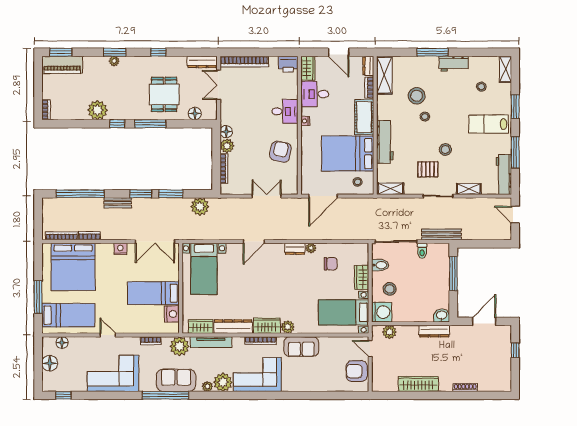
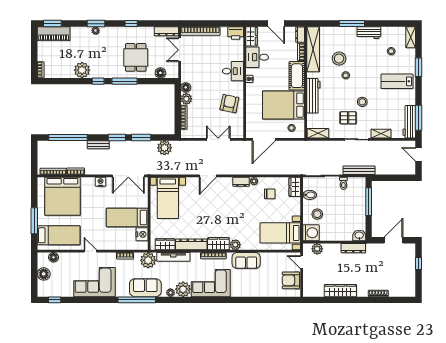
shelving: (384, 75) -> (313, 49), width x1.47
window: (515, 152) -> (418, 118), moved
wardrobe: (362, 277) -> (295, 187), moved

